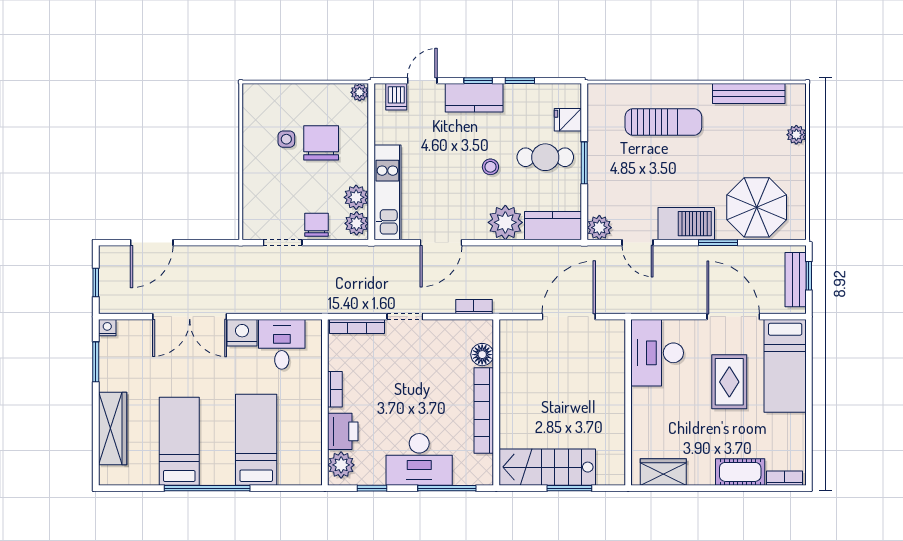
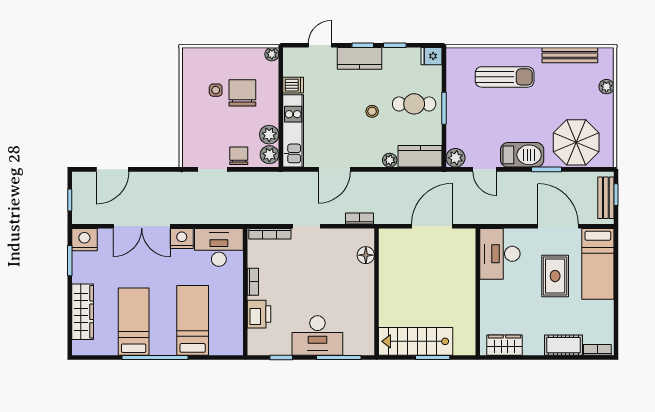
dishwasher: (396, 97) -> (293, 85), moved, turned -90
fridge: (568, 120) -> (431, 56), moved
plant: (505, 222) -> (390, 160), width x0.53, depth x0.53
nightstand: (107, 328) -> (84, 240), width x1.89, depth x1.79
desk: (282, 344) -> (219, 247), width x1.37
bookcase: (484, 410) -> (367, 298), removed
plant: (341, 465) -> (258, 340), removed

